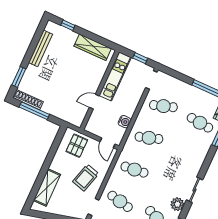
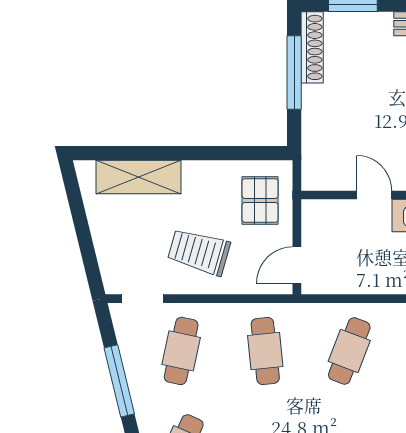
water cooler: (124, 122) -> (360, 281), removed
cafe table: (149, 138) -> (349, 351), turned 39
pallet: (77, 146) -> (260, 200), turned 90

